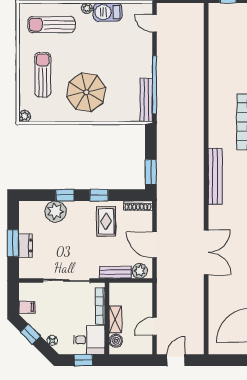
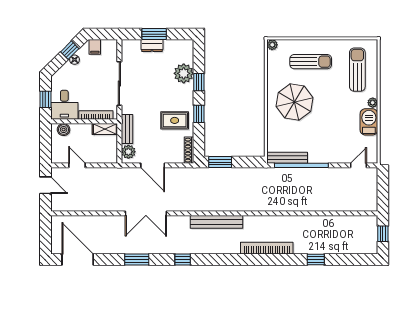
door: (154, 245) -> (153, 165), swing flipped
shelving: (115, 319) -> (105, 129), moved
floor lamp: (52, 341) -> (75, 60), moved

